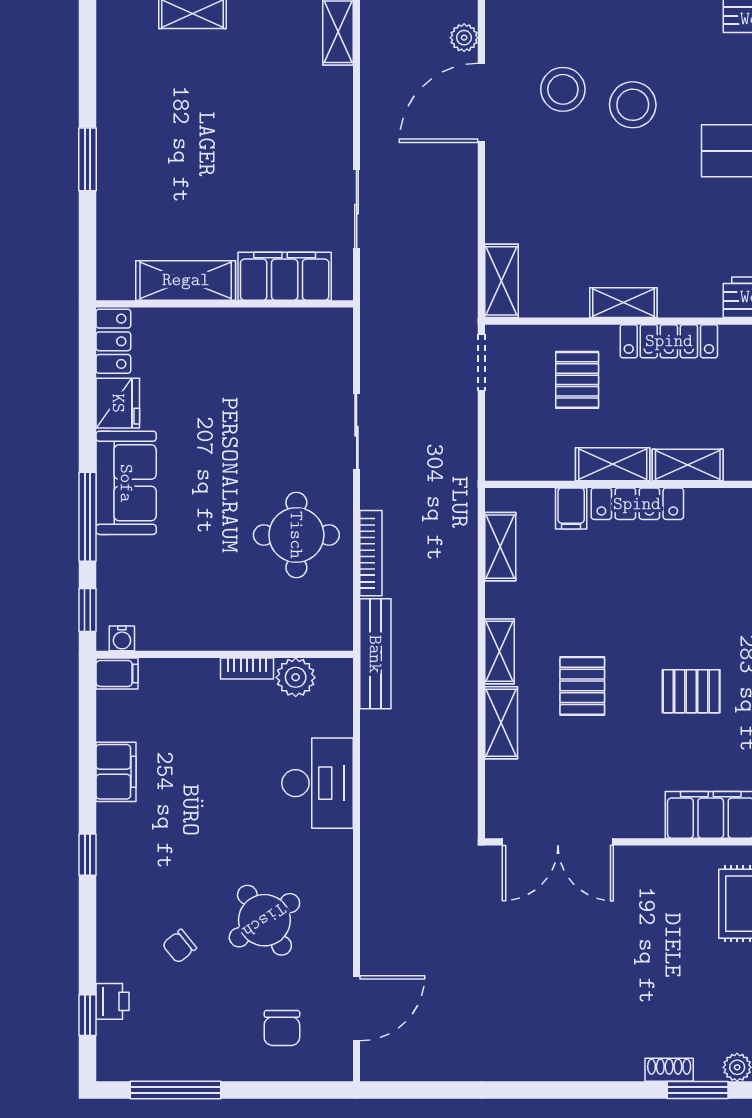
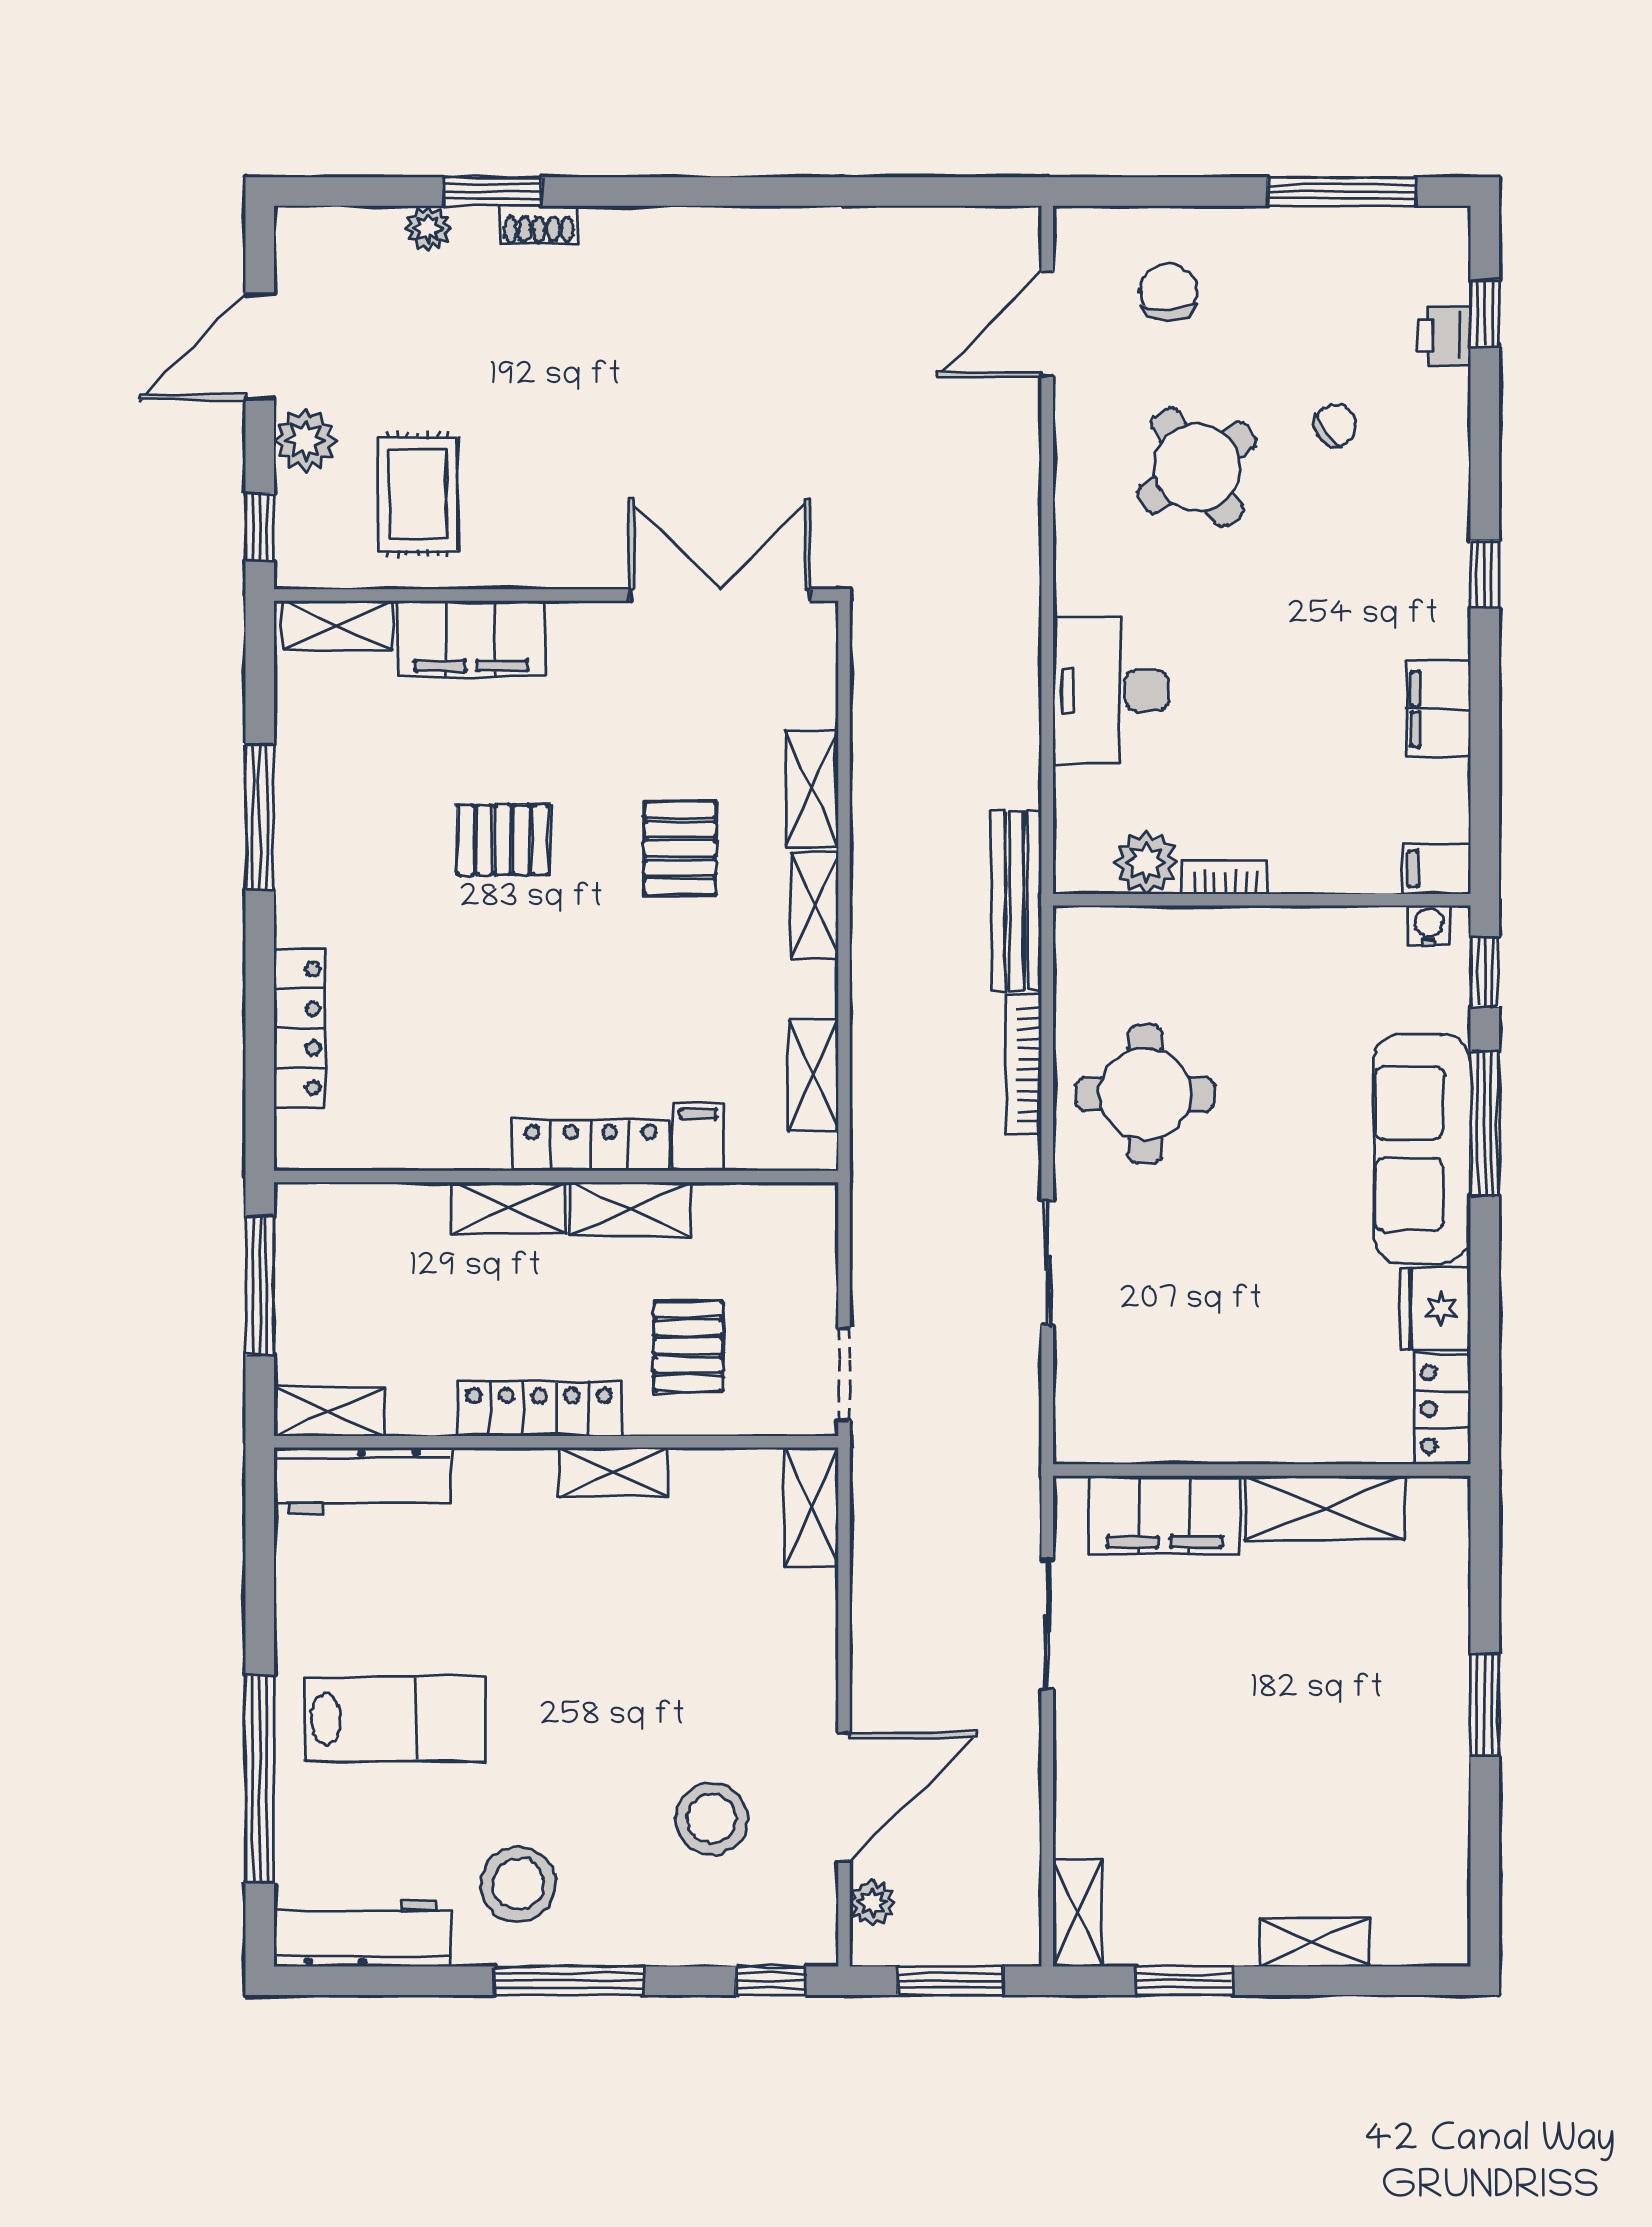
stool: (633, 105) -> (518, 1884), moved
sofa: (126, 483) -> (1422, 1149), width x1.36

